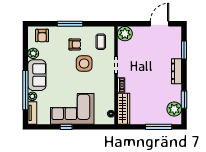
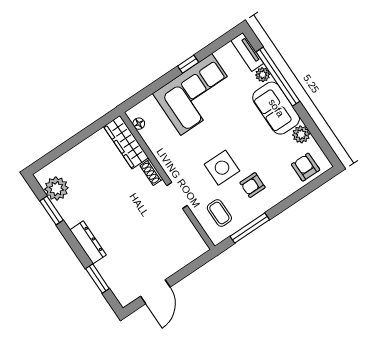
window: (70, 24) -> (250, 228), moved
plant: (125, 34) -> (194, 246), removed
window: (159, 127) -> (61, 150), removed

